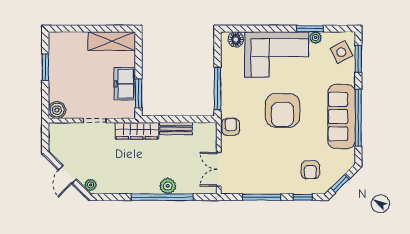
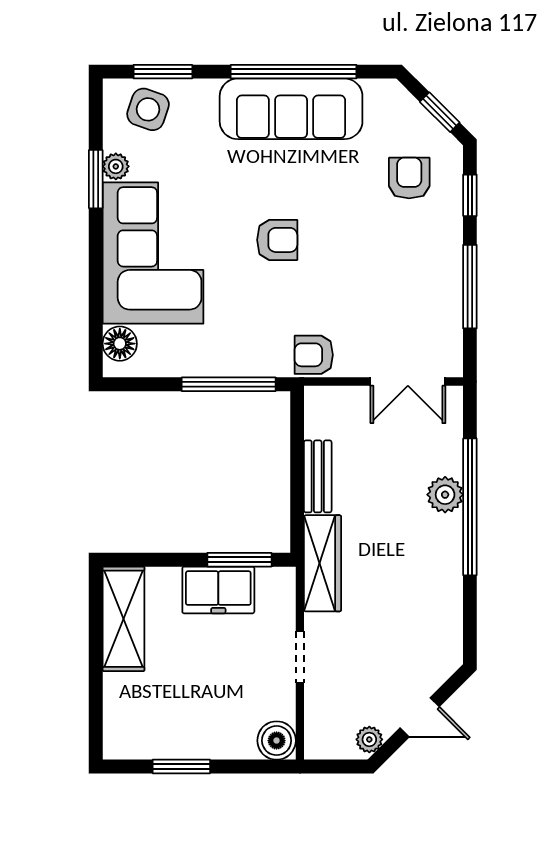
side table: (341, 52) -> (148, 109), turned 45
armchair: (282, 110) -> (277, 240), width x0.53, depth x0.53
armchair: (310, 170) -> (409, 178), turned -90
plant: (91, 185) -> (369, 739), moved

